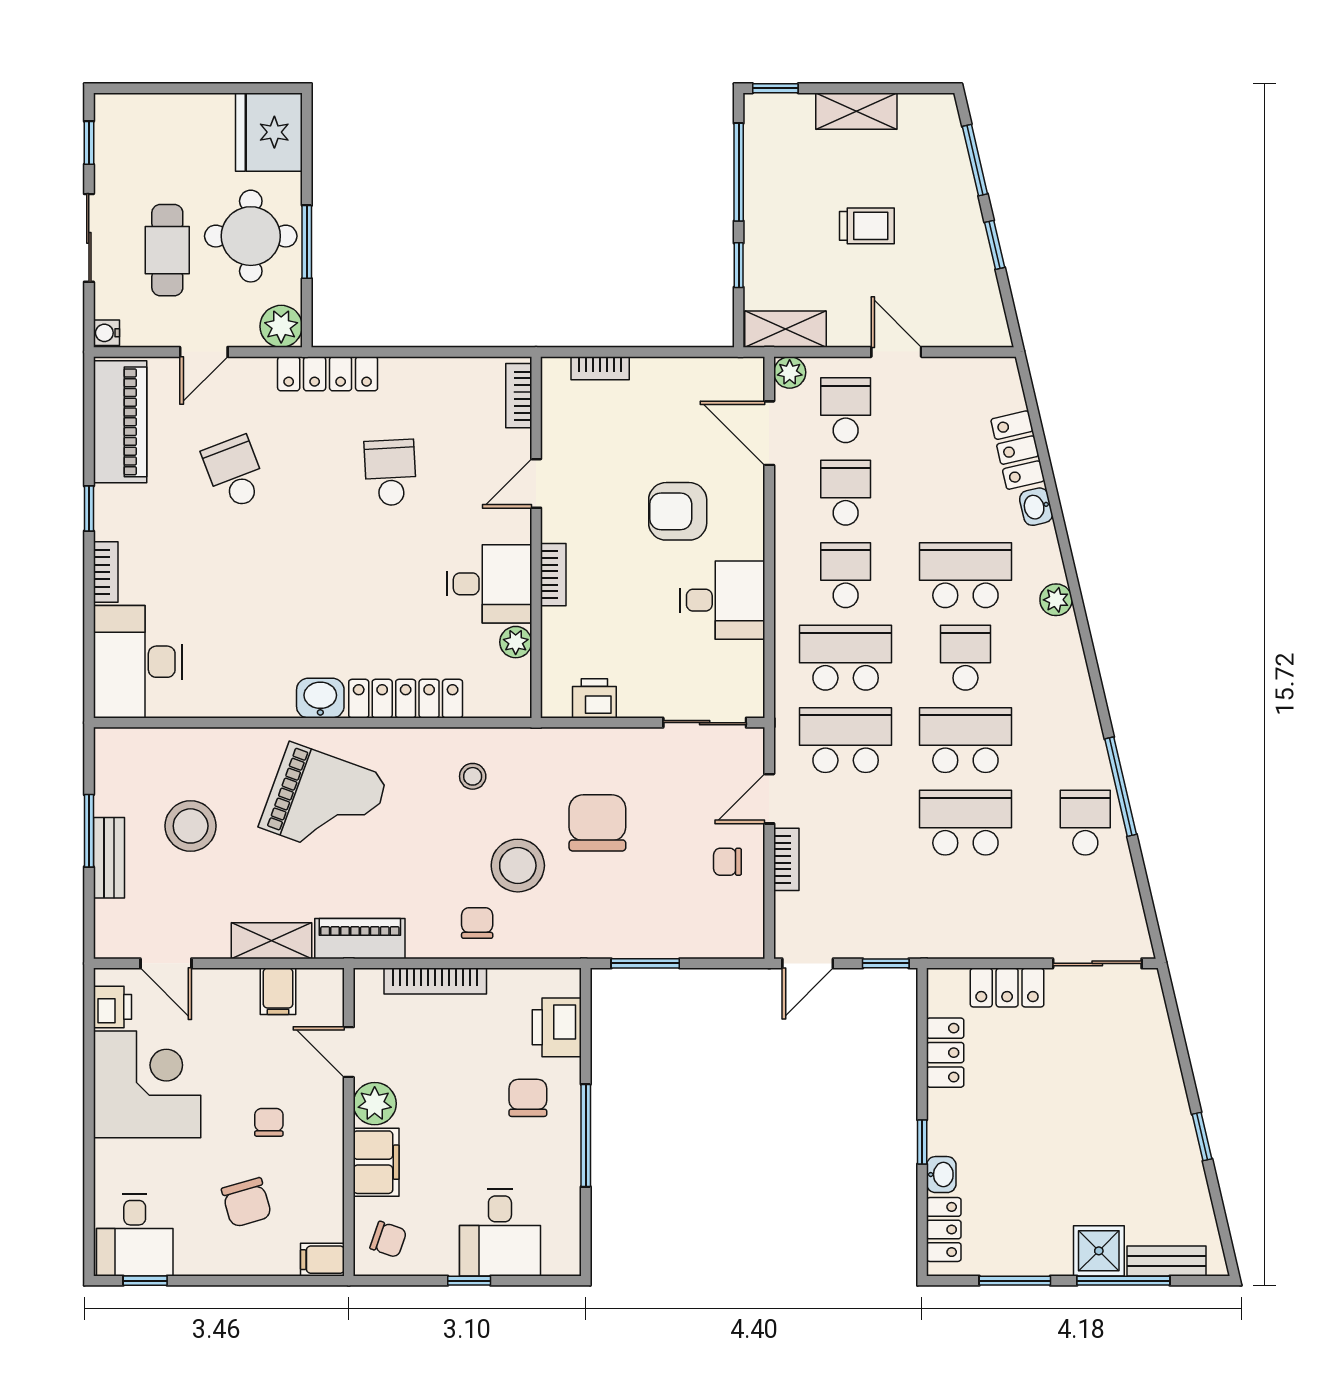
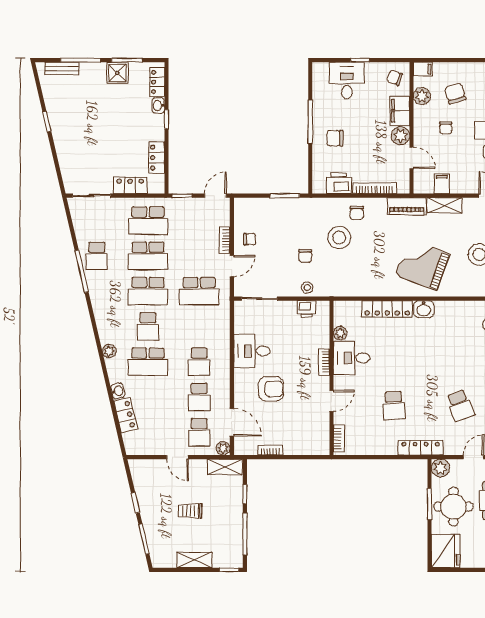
bookcase: (600, 368) -> (270, 450), moved
school desk: (846, 658) -> (148, 221), moved
stool: (473, 776) -> (307, 288), moved
chair: (597, 823) -> (305, 256), width x0.54, depth x0.54
printer: (557, 1027) -> (339, 183), moved, turned -90
chair: (528, 1098) -> (335, 138), turned 90
plant: (324, 1196) -> (422, 96), added
shower: (1099, 1251) -> (117, 73), moved

